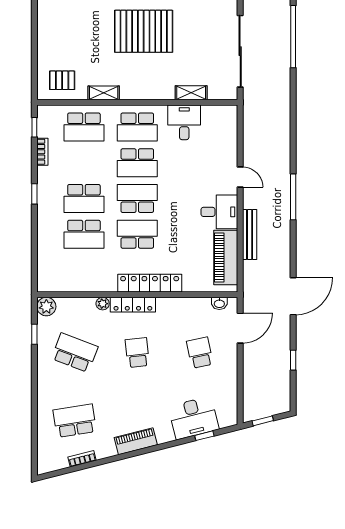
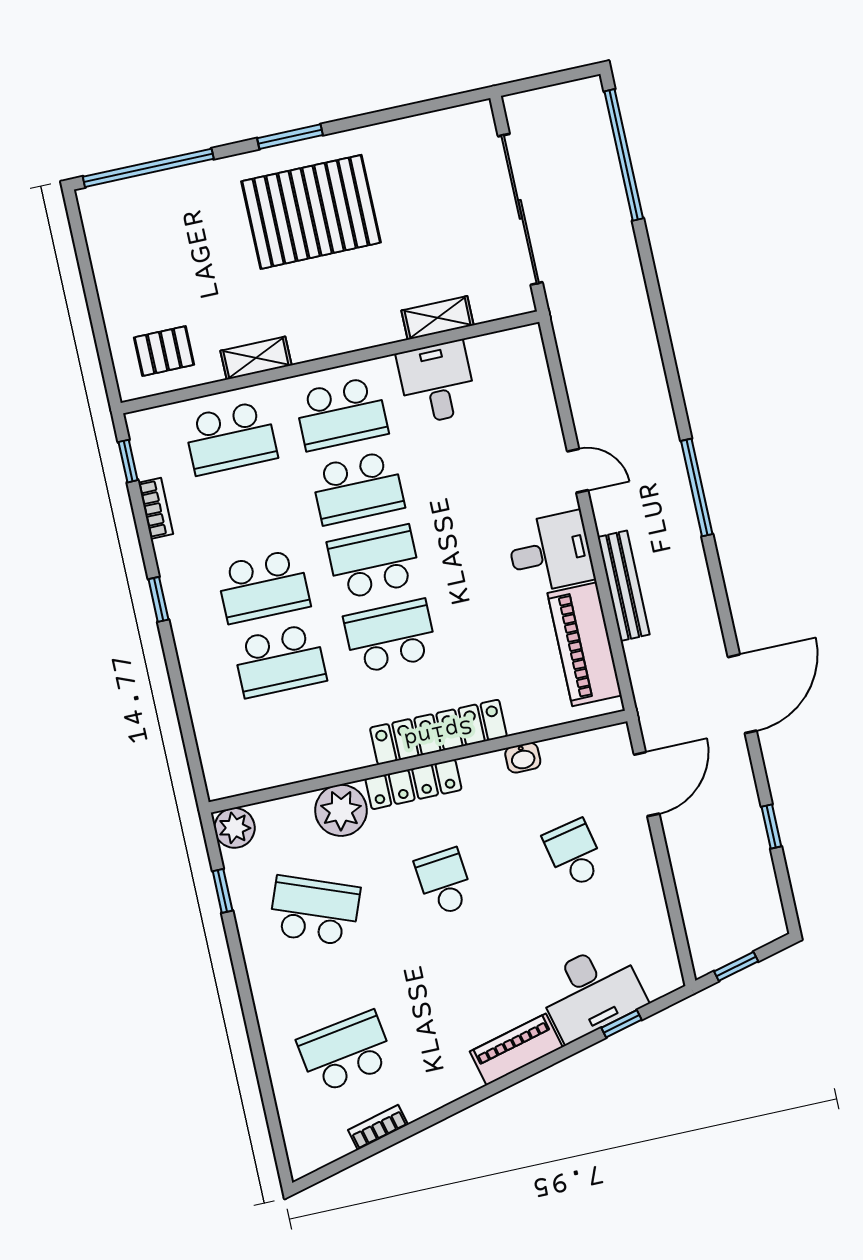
washbasin: (219, 303) -> (523, 758), moved
plant: (103, 304) -> (341, 810), width x1.87, depth x1.87
piano: (136, 441) -> (516, 1049), moved

